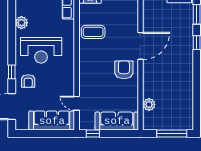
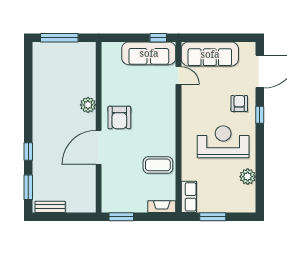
plant: (149, 104) -> (88, 105), moved
sofa: (117, 121) -> (149, 53), moved

